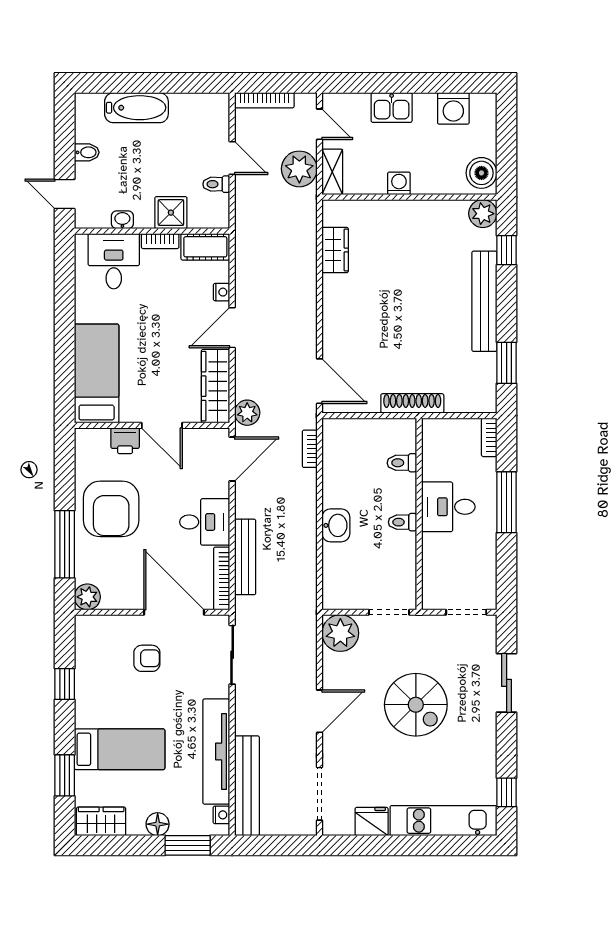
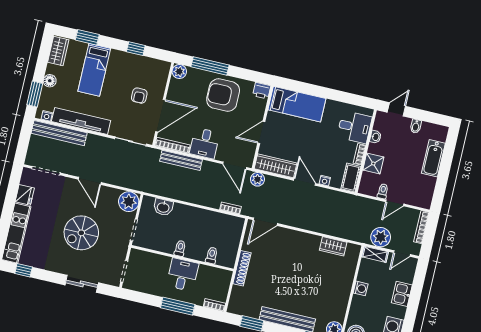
printer: (125, 441) -> (262, 91), moved, turned -90
washbasin: (336, 525) -> (163, 207), moved

